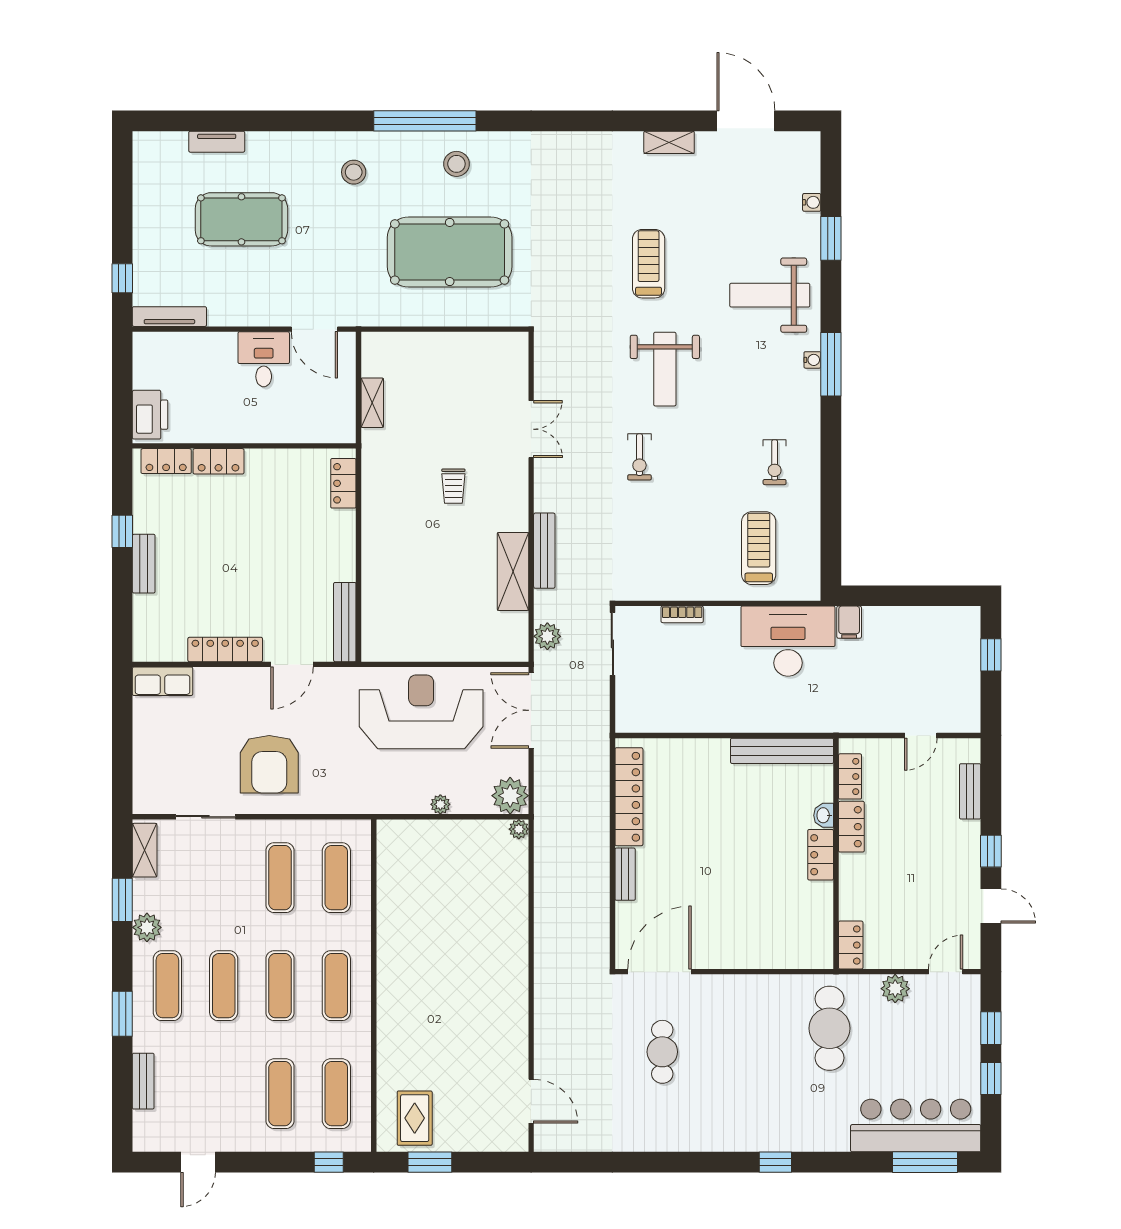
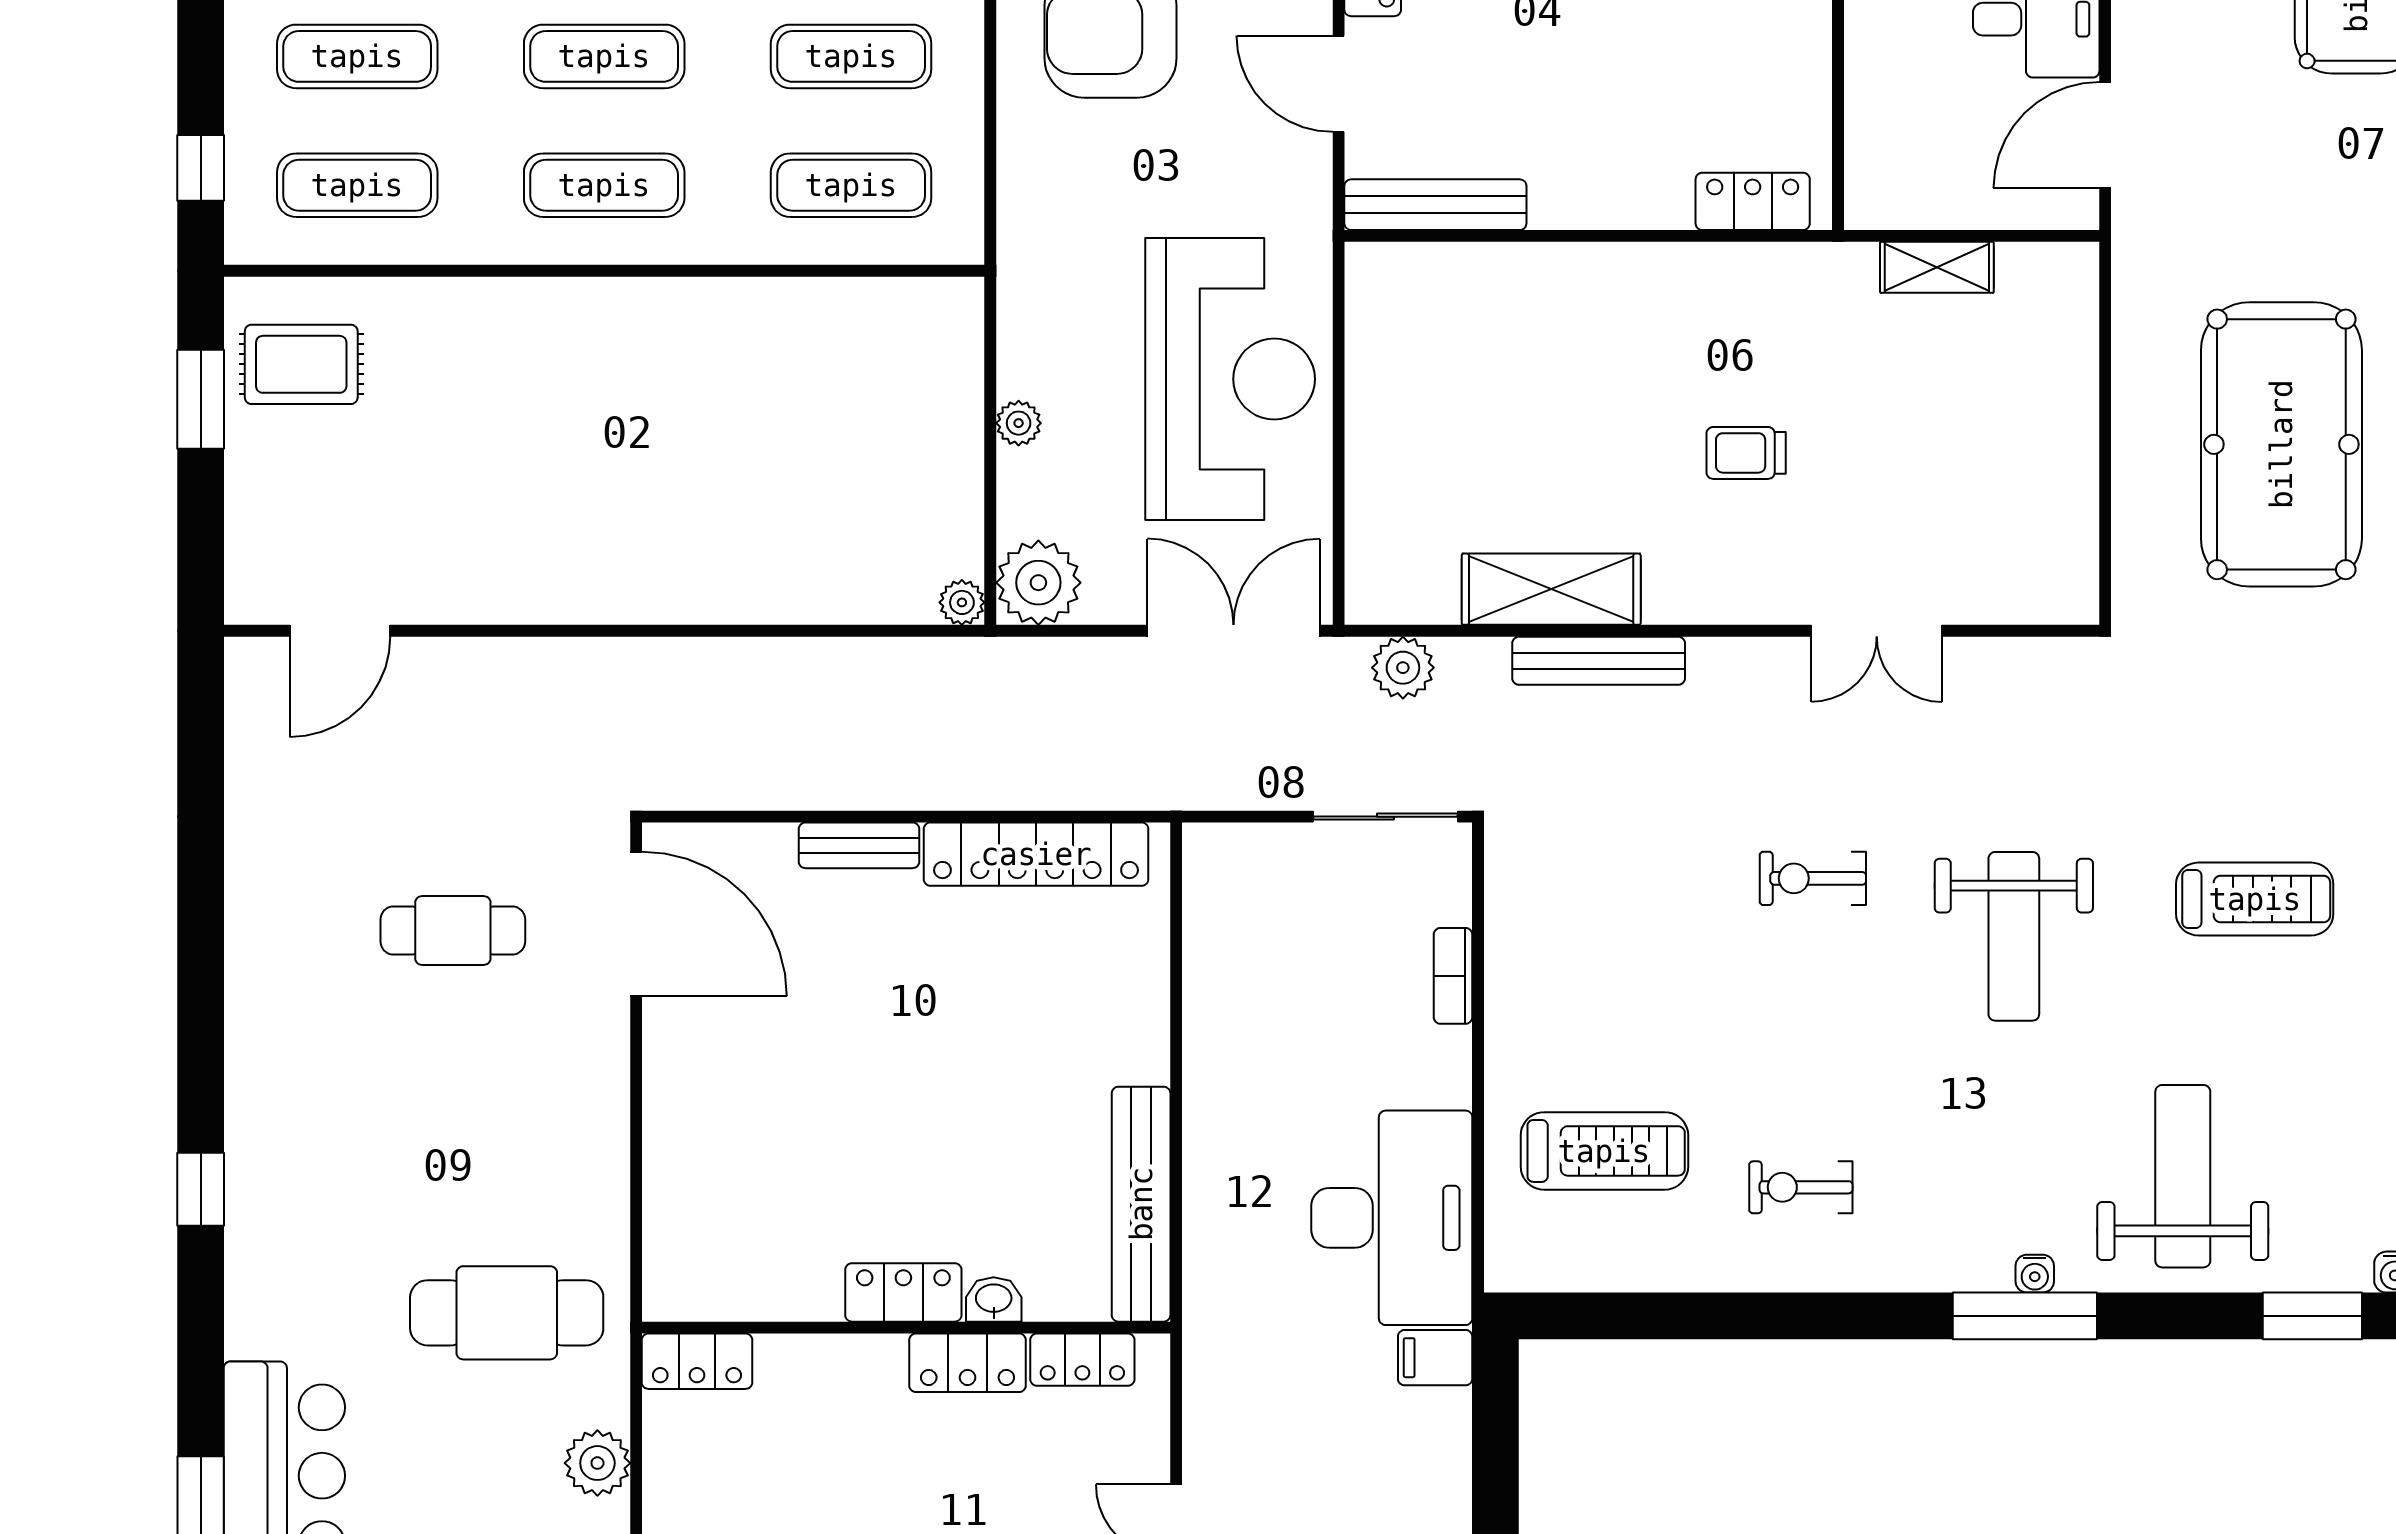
weight bench: (665, 369) -> (2014, 936), turned -90

